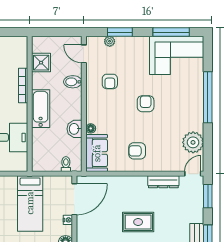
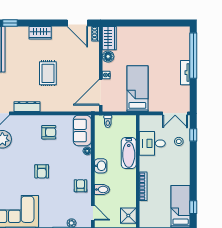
shower: (41, 63) -> (128, 216), moved
armchair: (110, 81) -> (80, 186), moved
bathtub: (41, 109) -> (129, 153), moved
washbasin: (74, 129) -> (101, 166), moved
rug: (138, 222) -> (48, 73), turned 90

